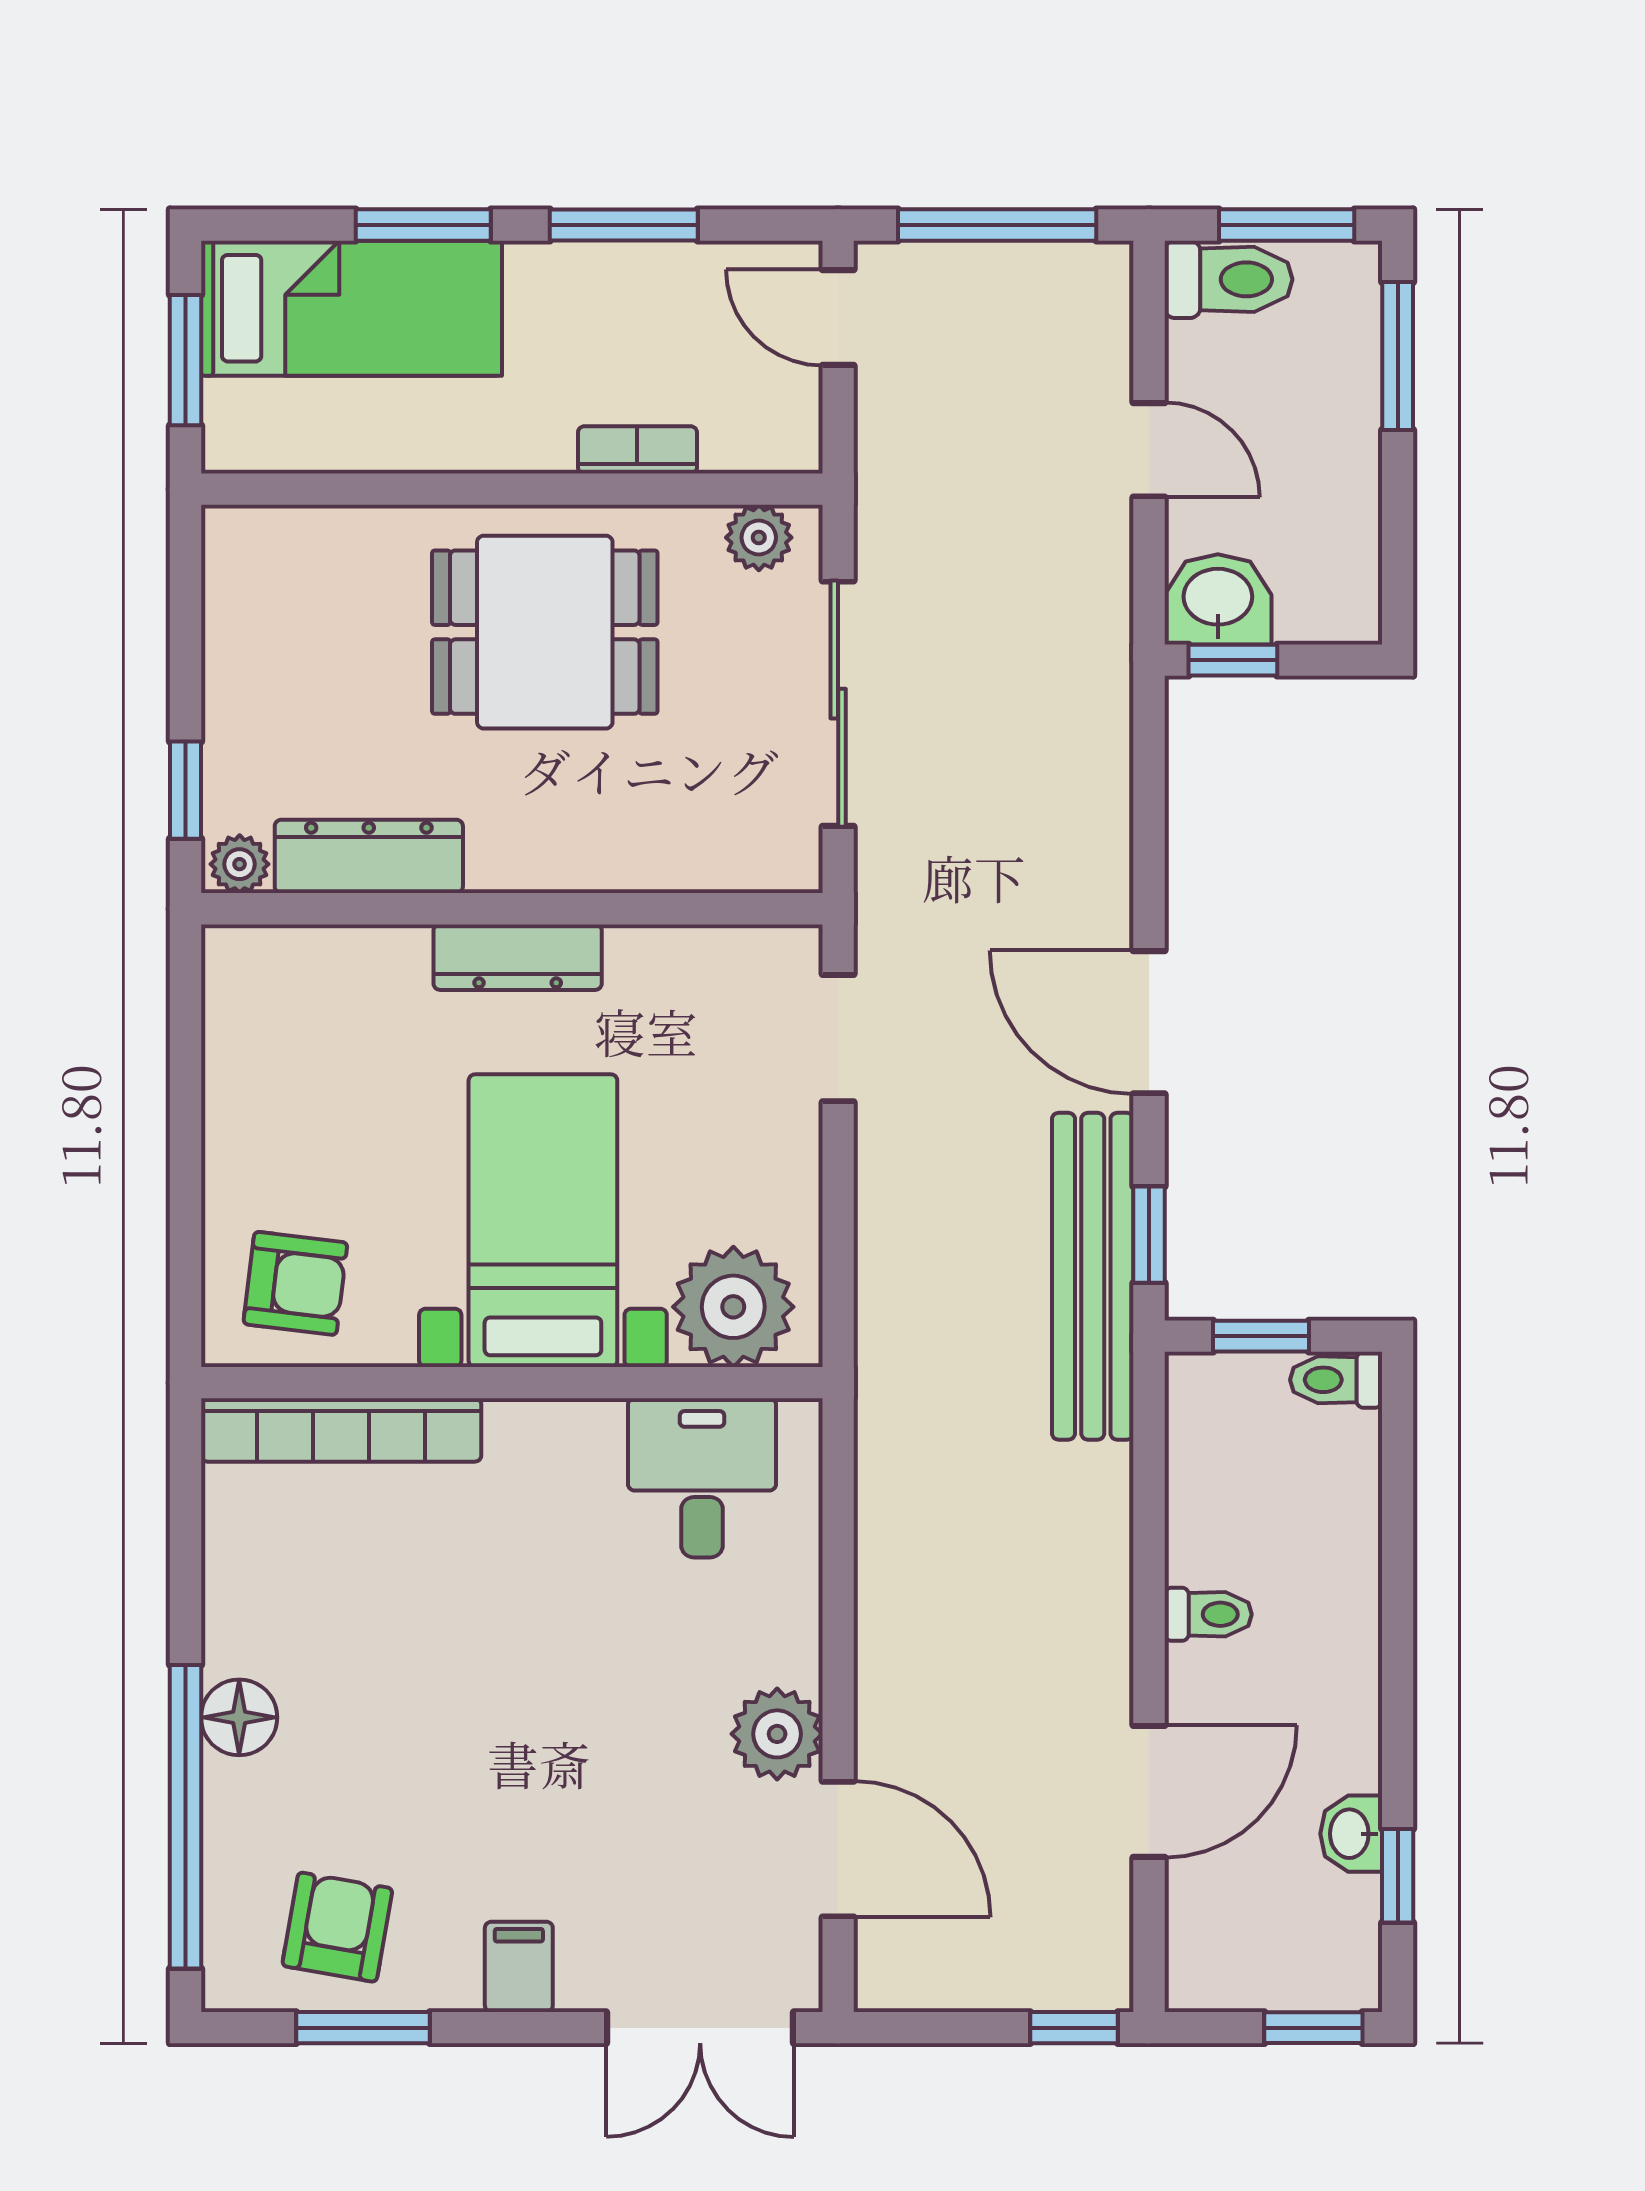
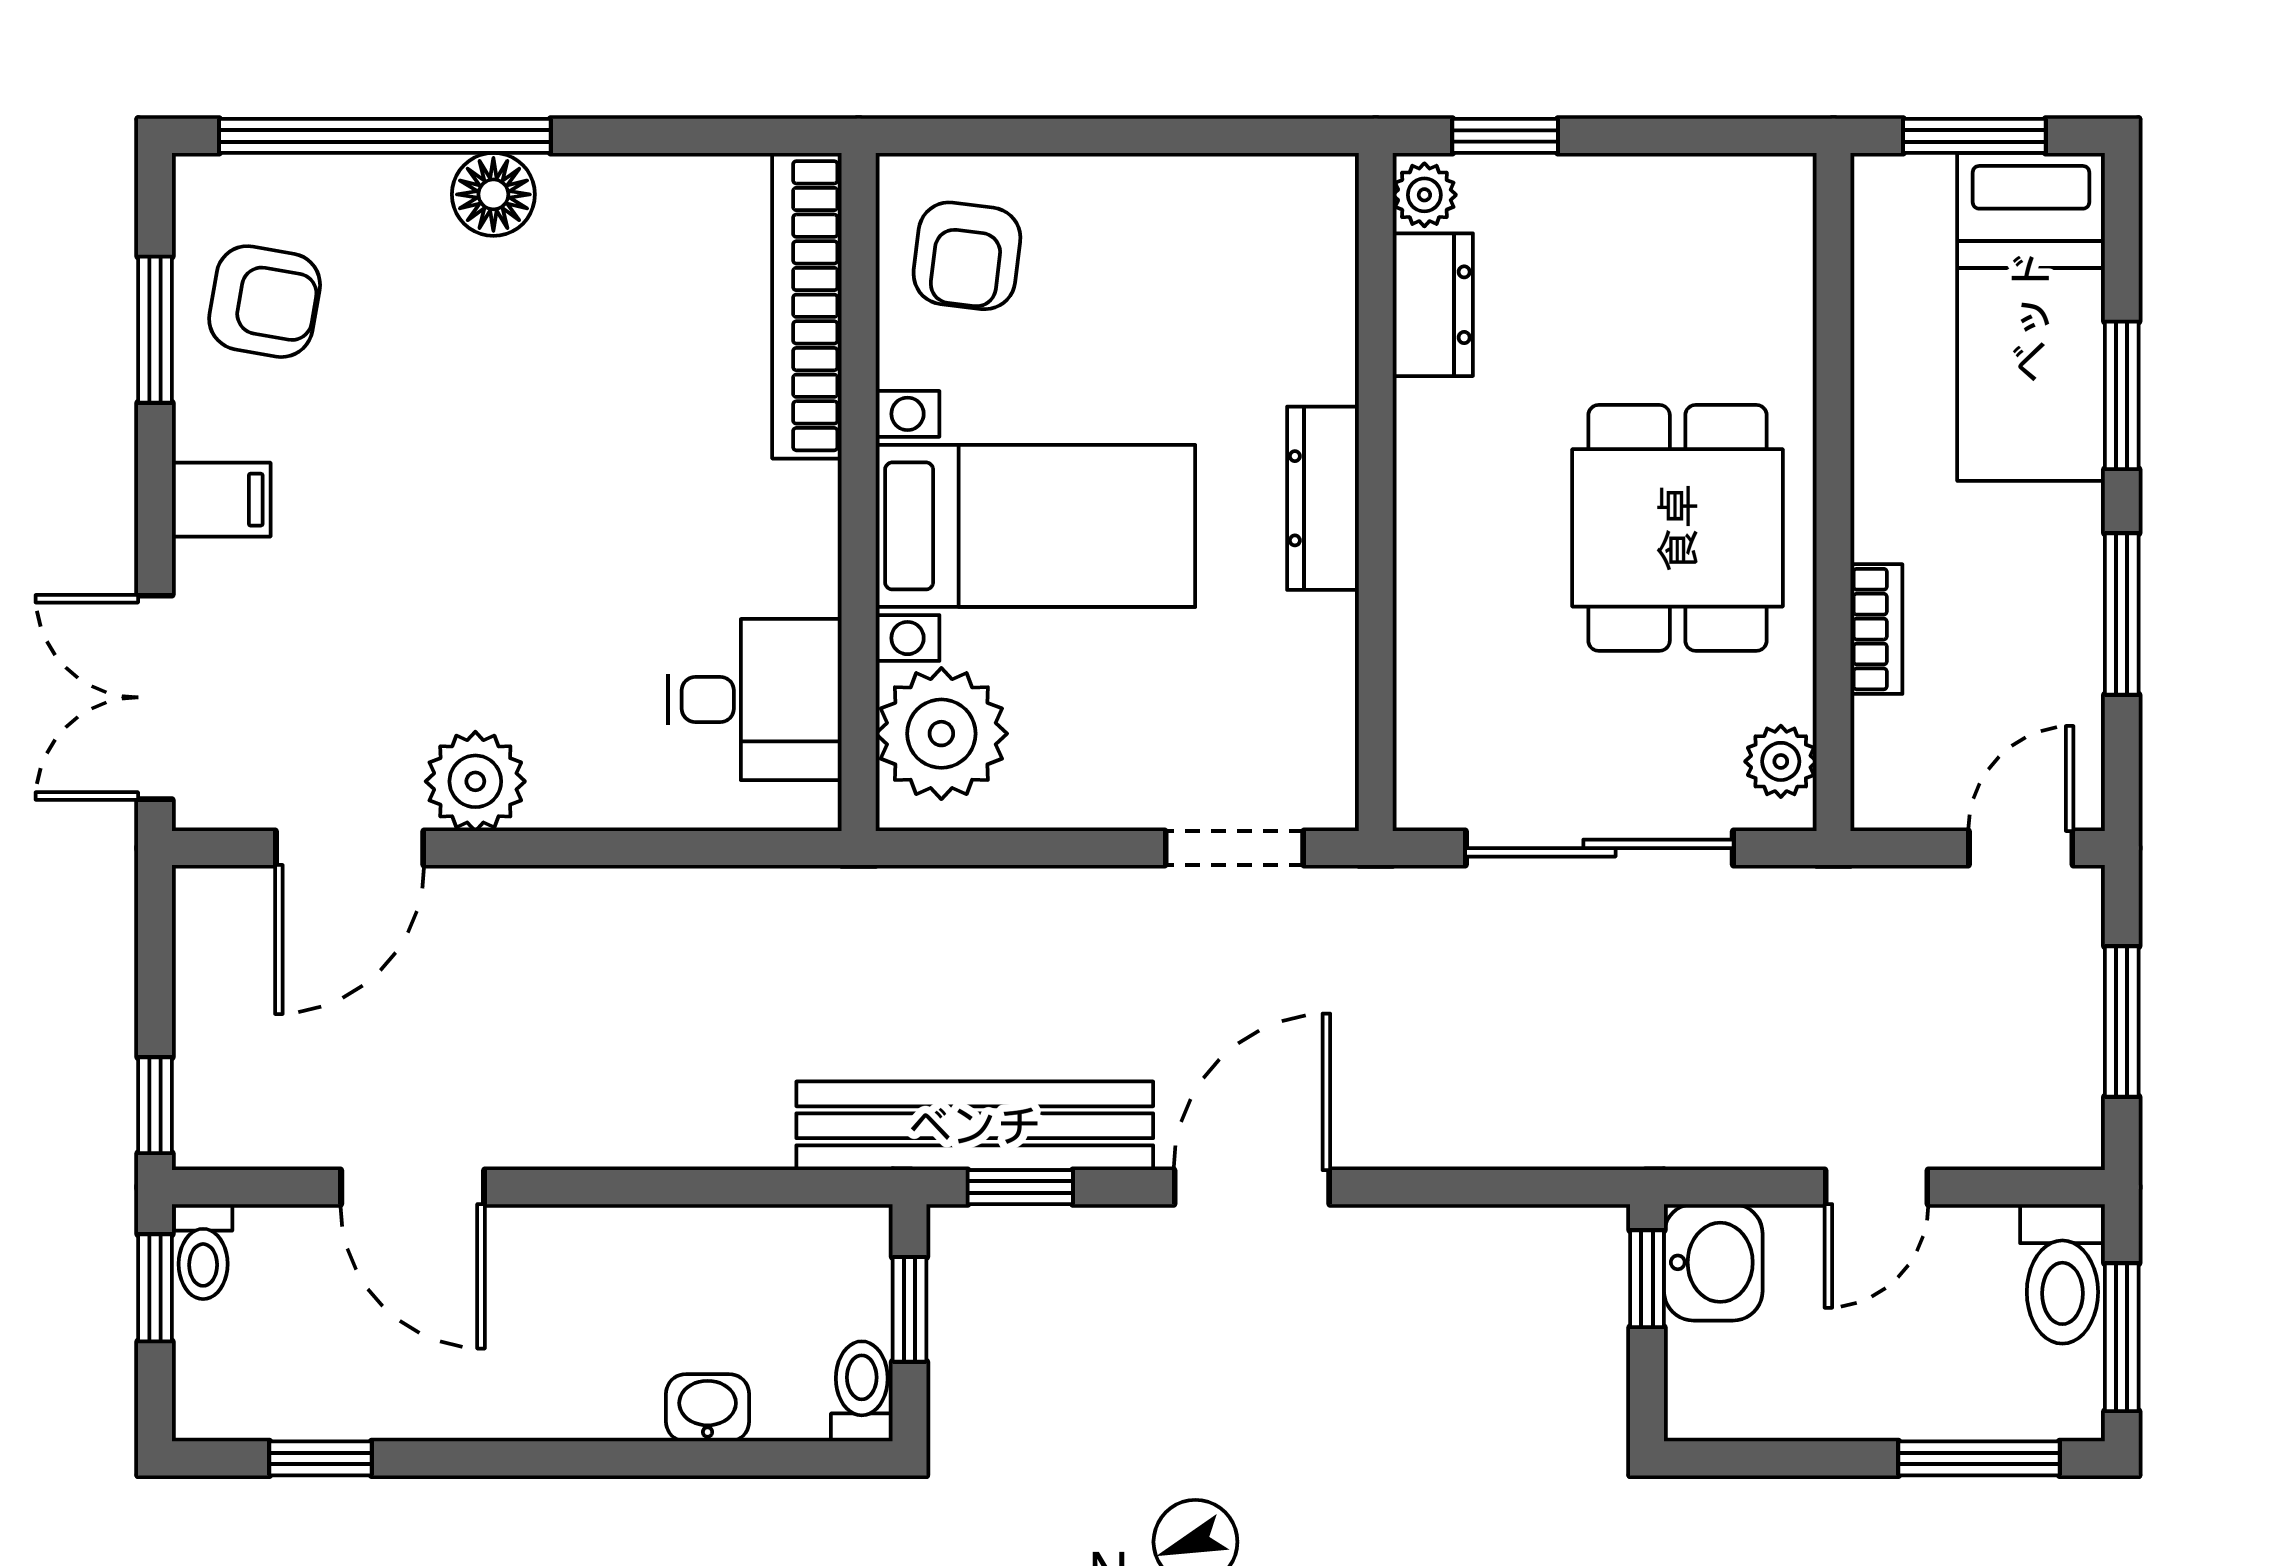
window: (997, 225) -> (2122, 1021), width x0.69
dresser: (369, 856) -> (1433, 305), width x0.70
toilet: (1208, 1614) -> (203, 1252), moved
washbasin: (1351, 1834) -> (708, 1408), moved
window: (1313, 2028) -> (155, 1288), moved

